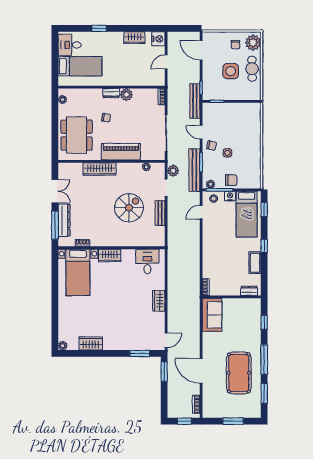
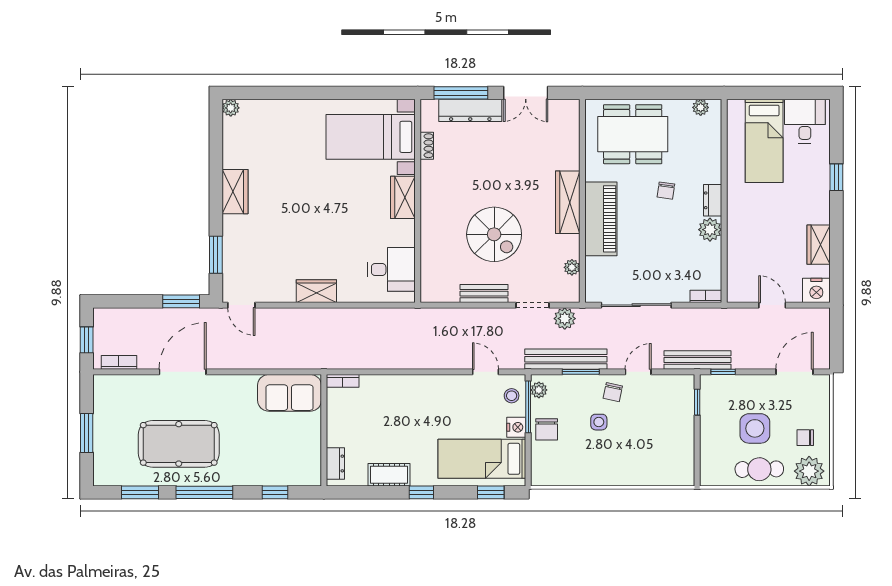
wardrobe: (100, 169) -> (568, 202), moved
wardrobe: (91, 343) -> (235, 192), moved

